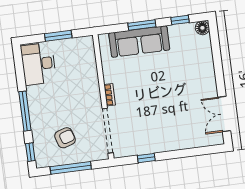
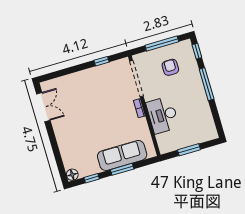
desk: (38, 64) -> (163, 115), moved, turned 180
armchair: (65, 138) -> (170, 67), turned 108

